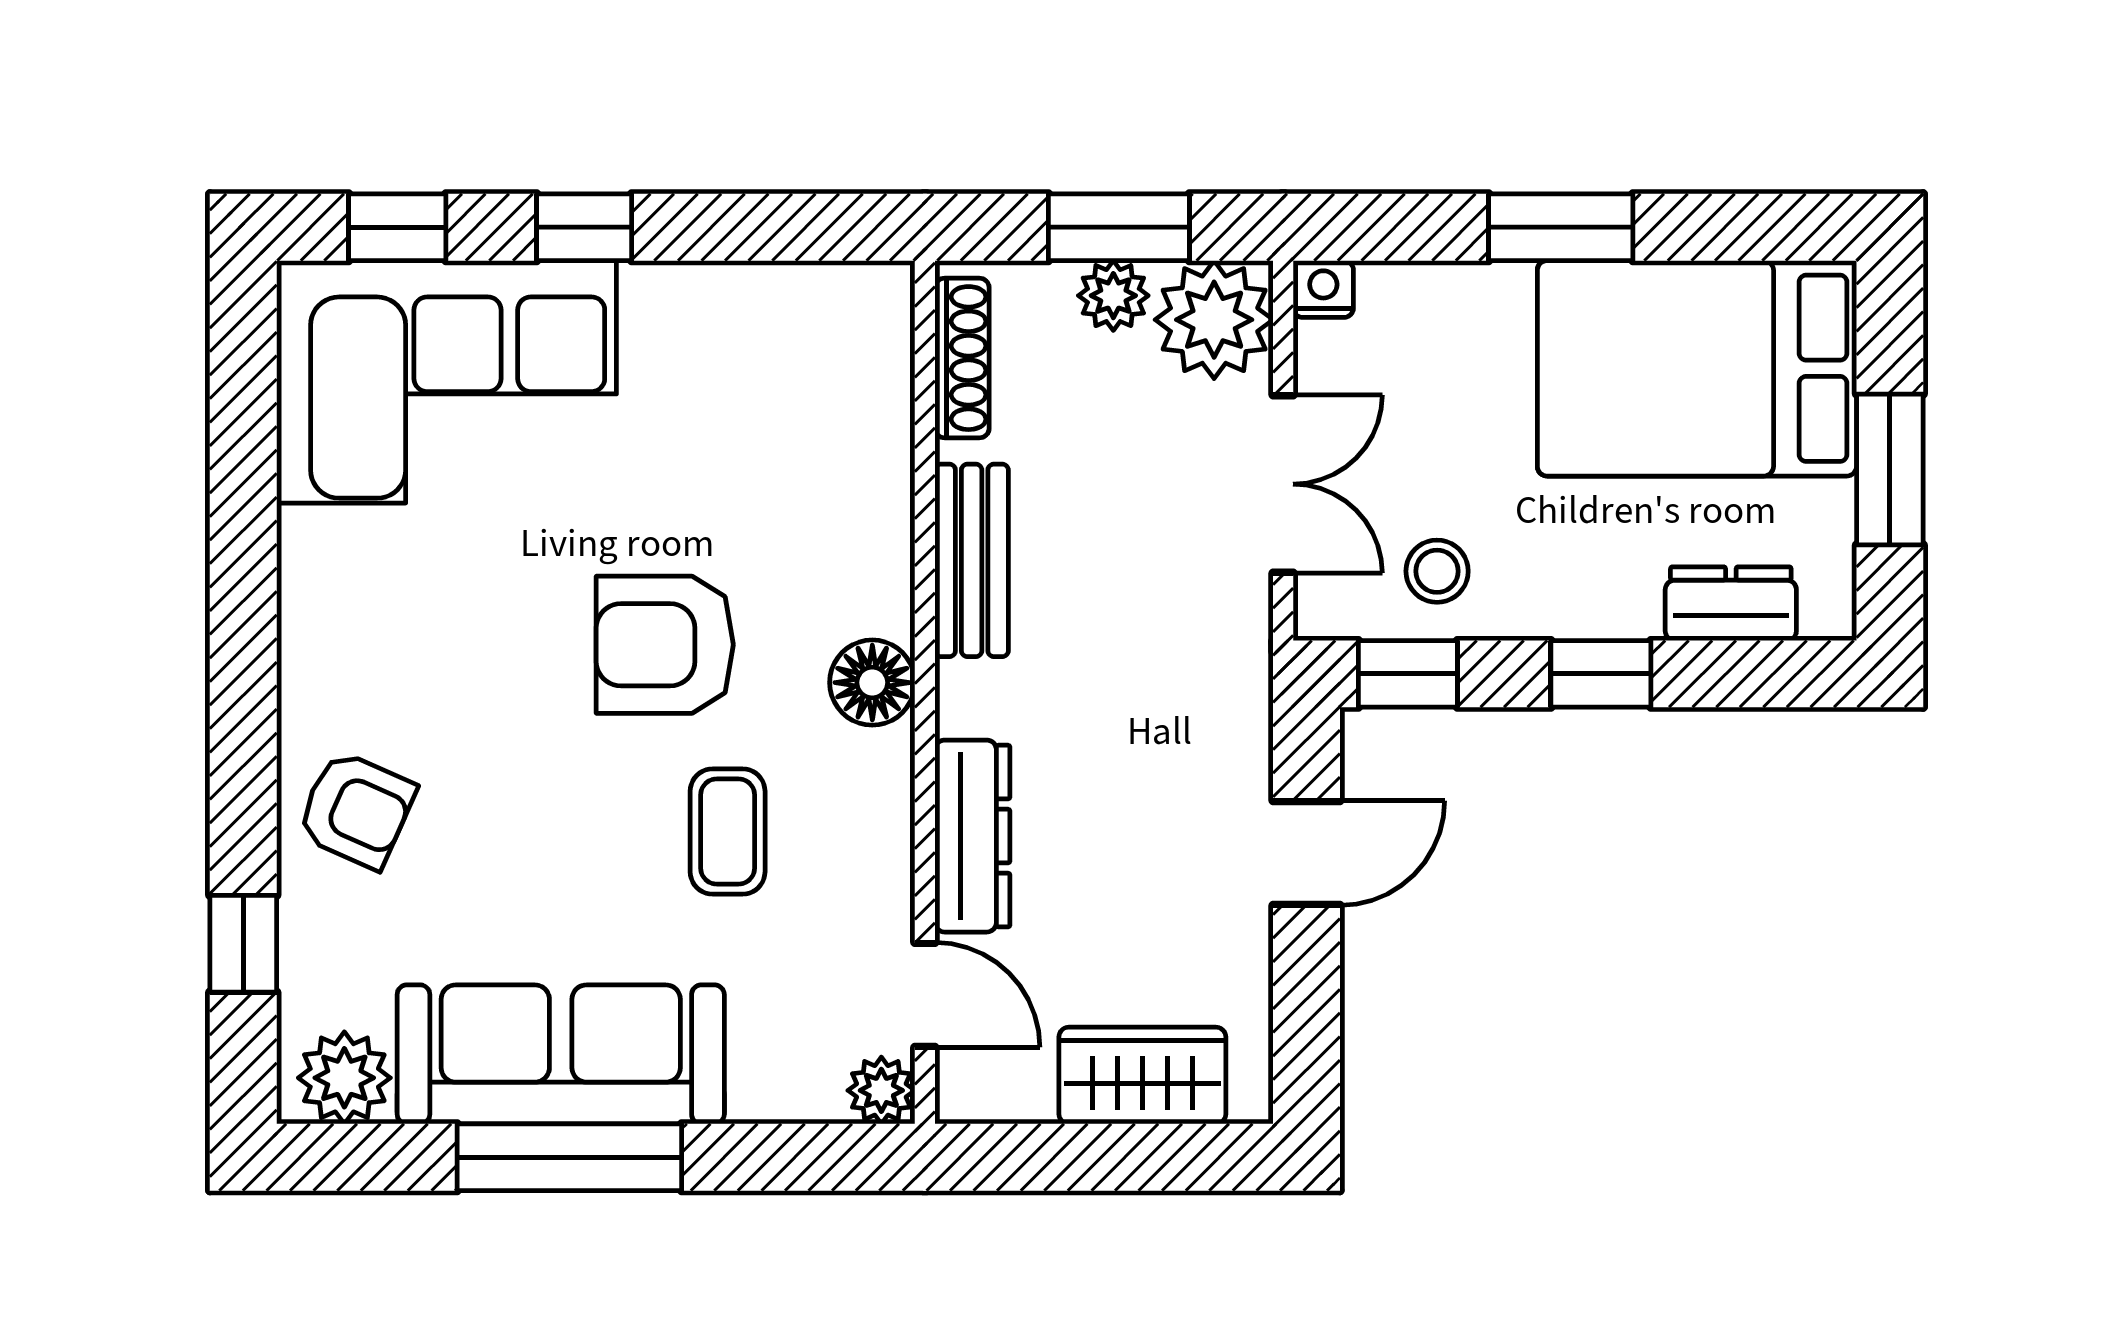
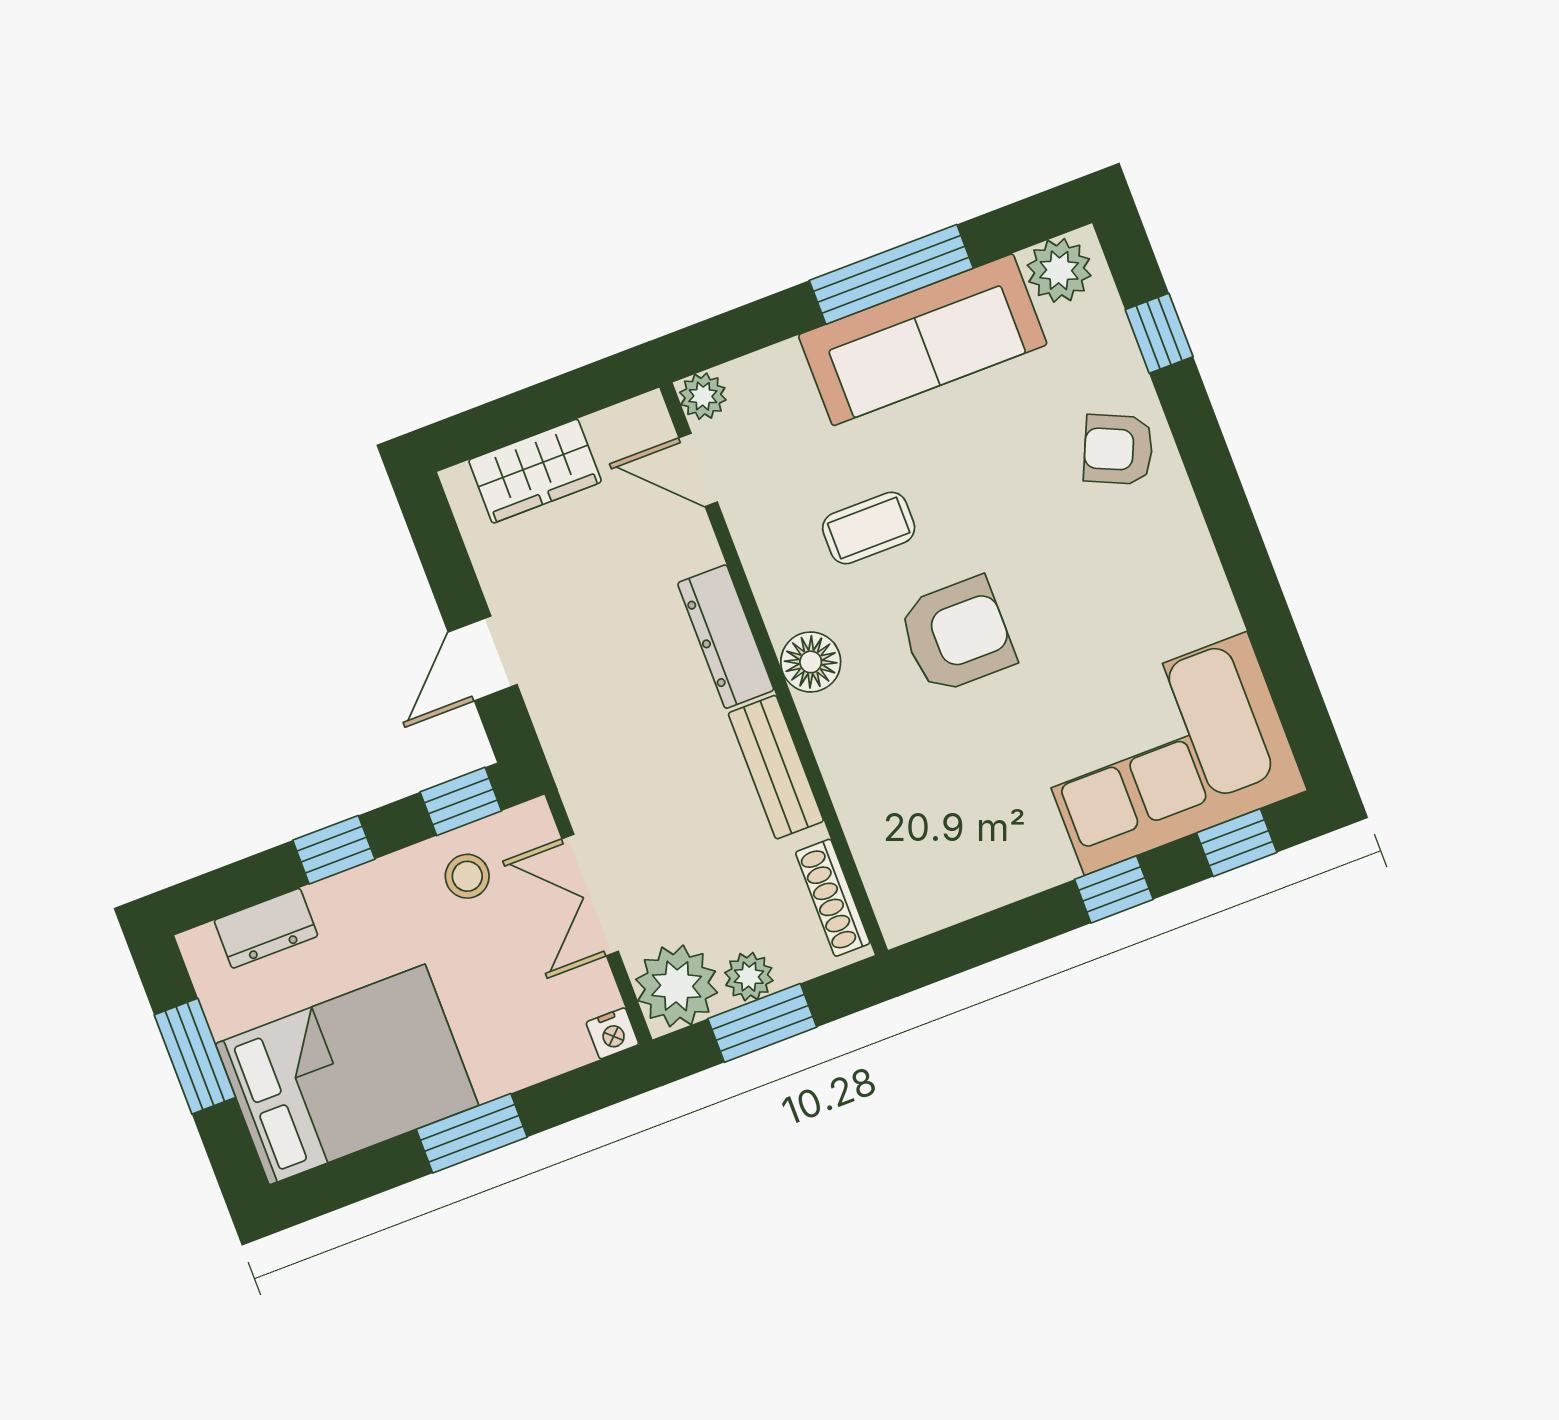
coffee table: (728, 832) -> (869, 528), turned 90
dresser: (972, 836) -> (726, 637), moved

